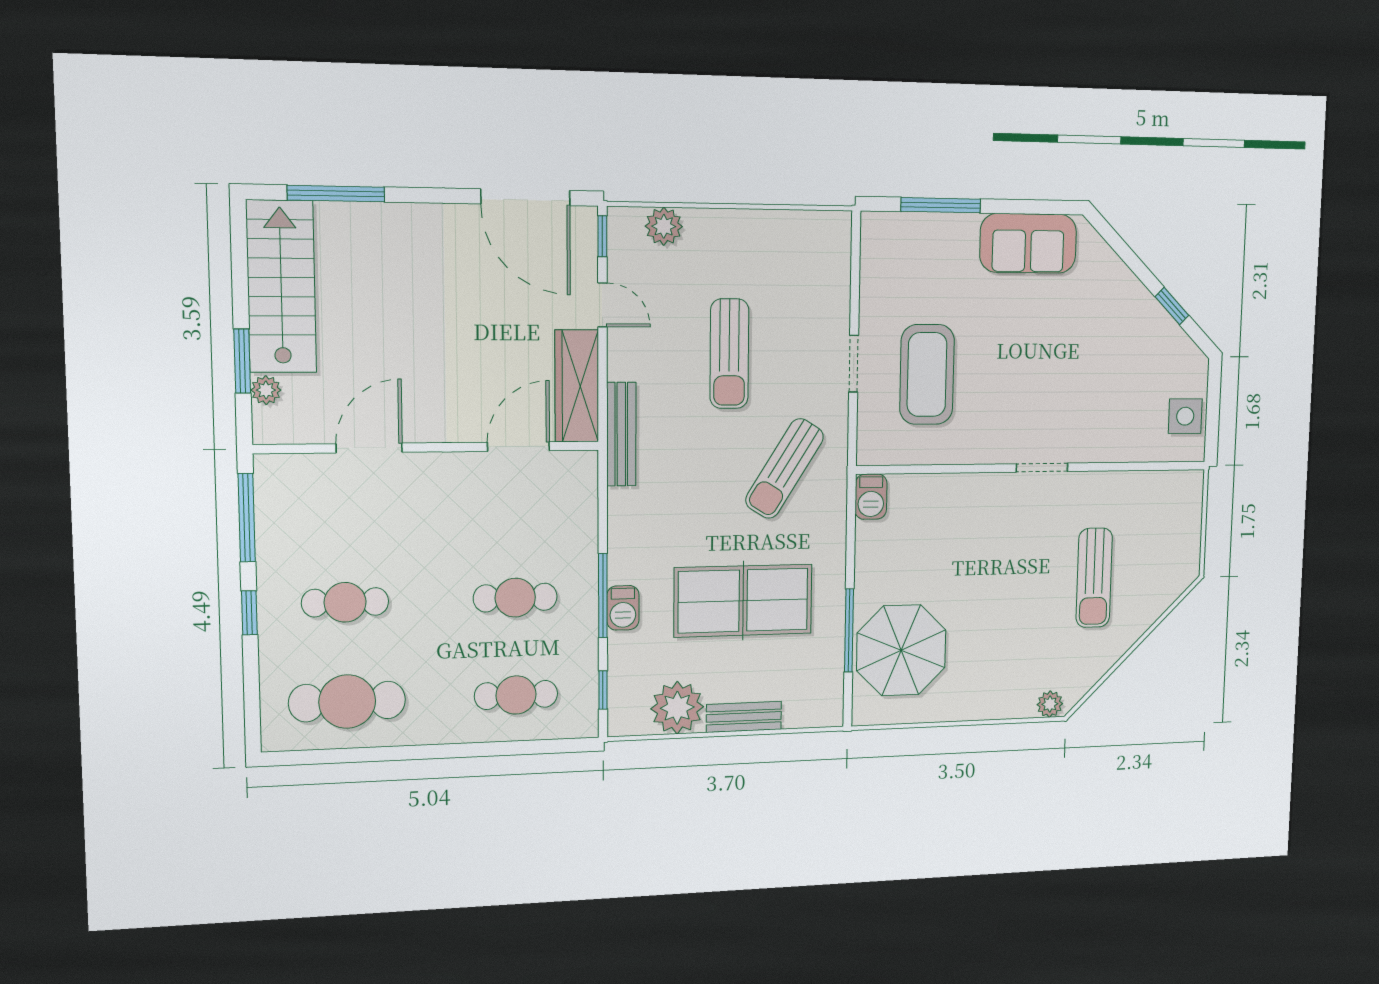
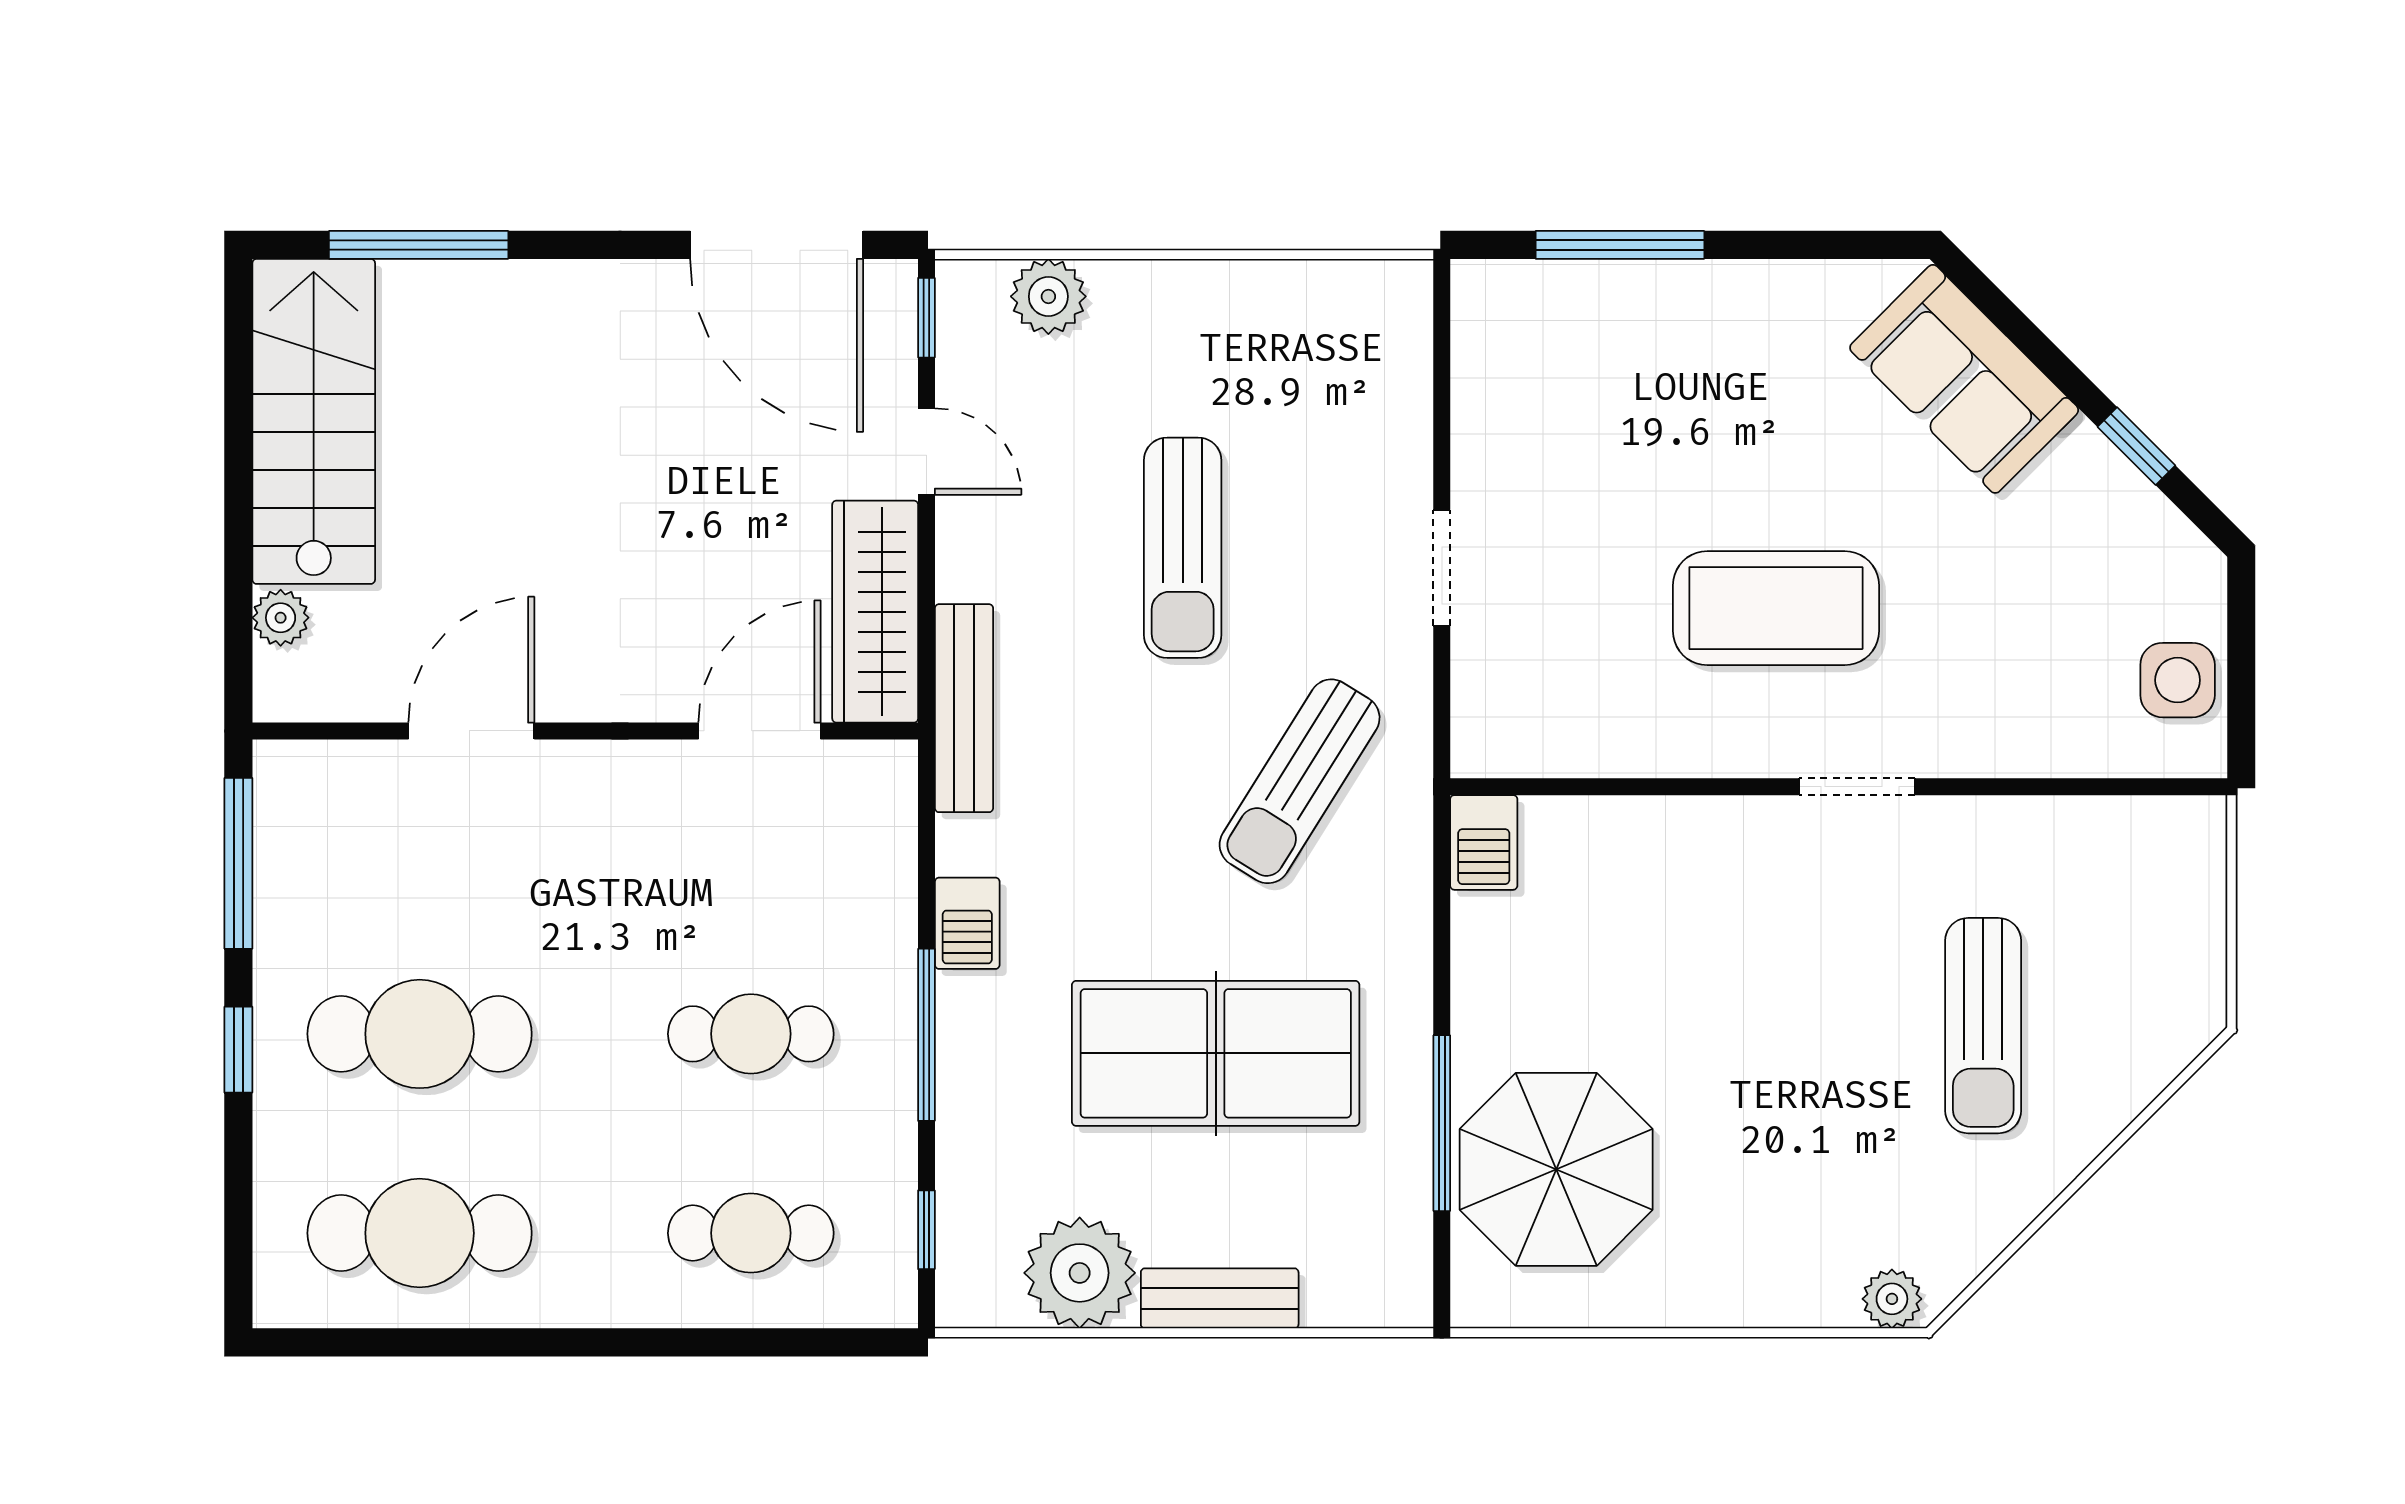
sofa: (1028, 243) -> (1964, 379), moved, turned 45
window: (242, 361) -> (238, 562), removed
coffee table: (927, 375) -> (1776, 608), moved, turned 90
cafe table: (345, 602) -> (420, 1034), width x1.37, depth x1.35
barbecue: (623, 608) -> (967, 923), moved

